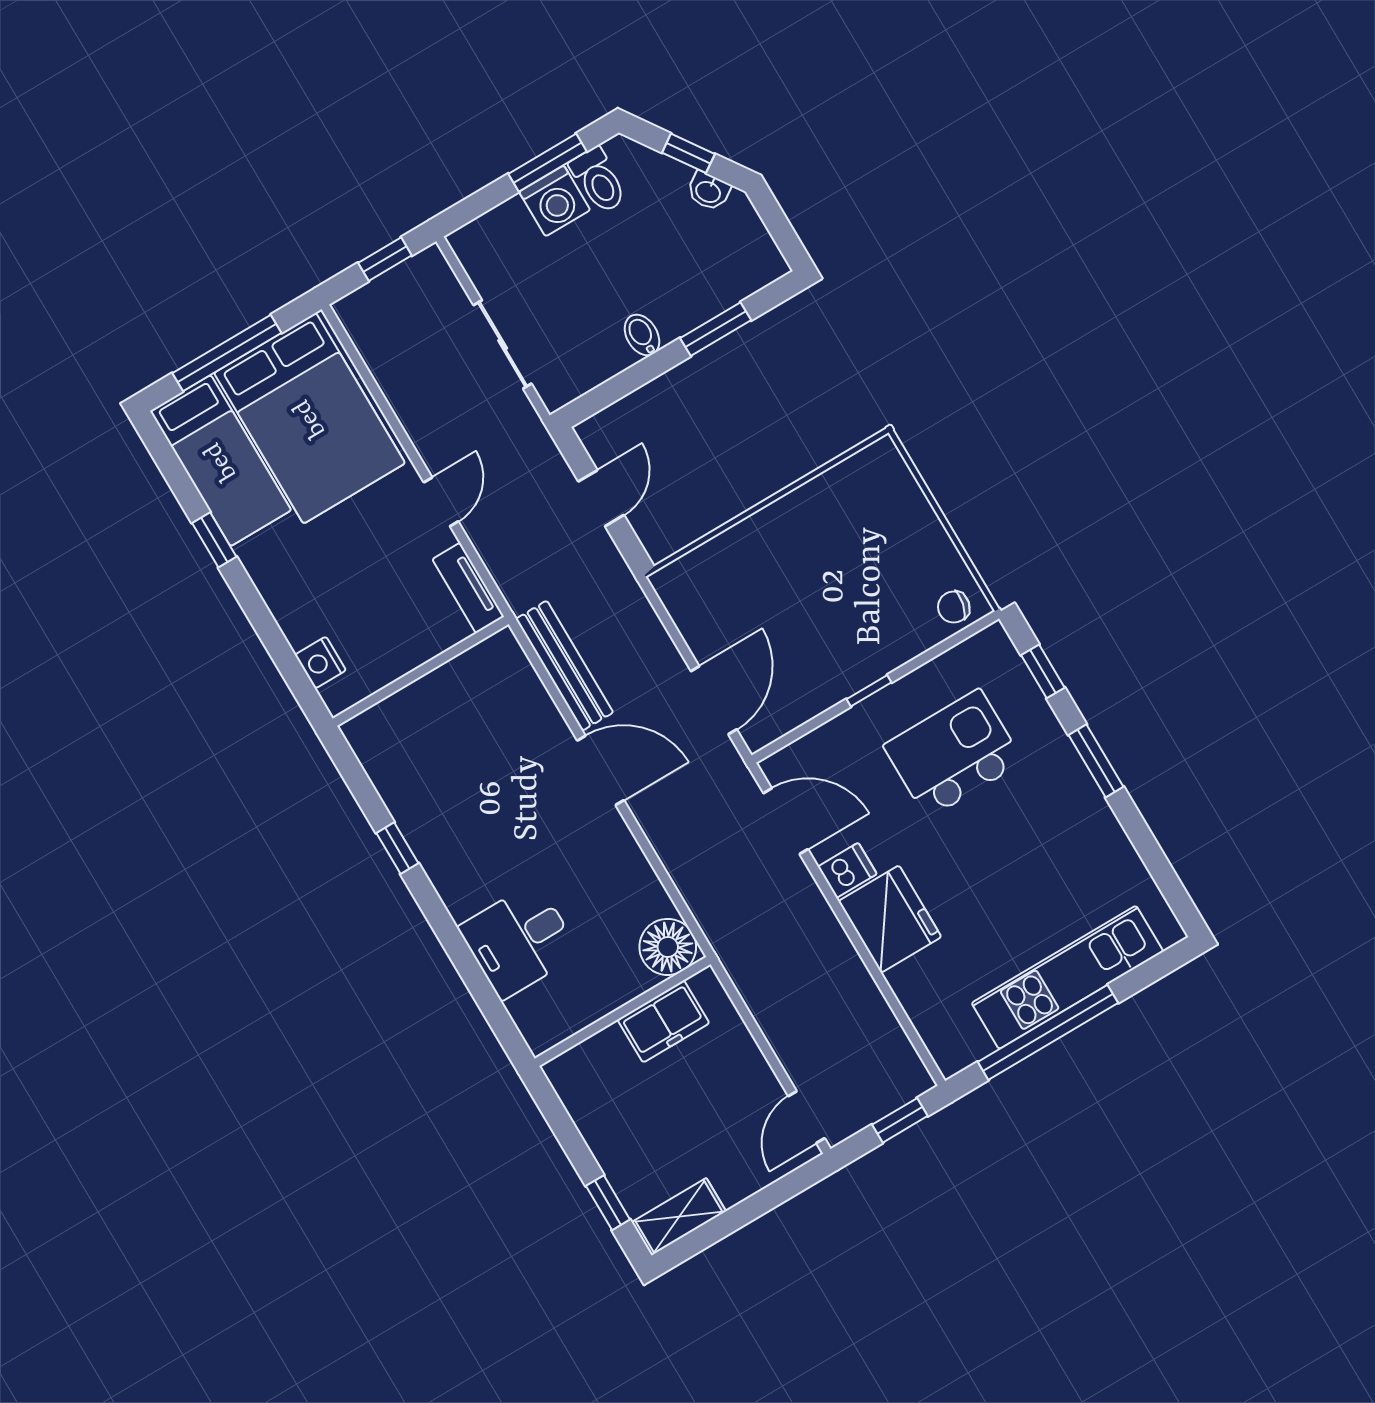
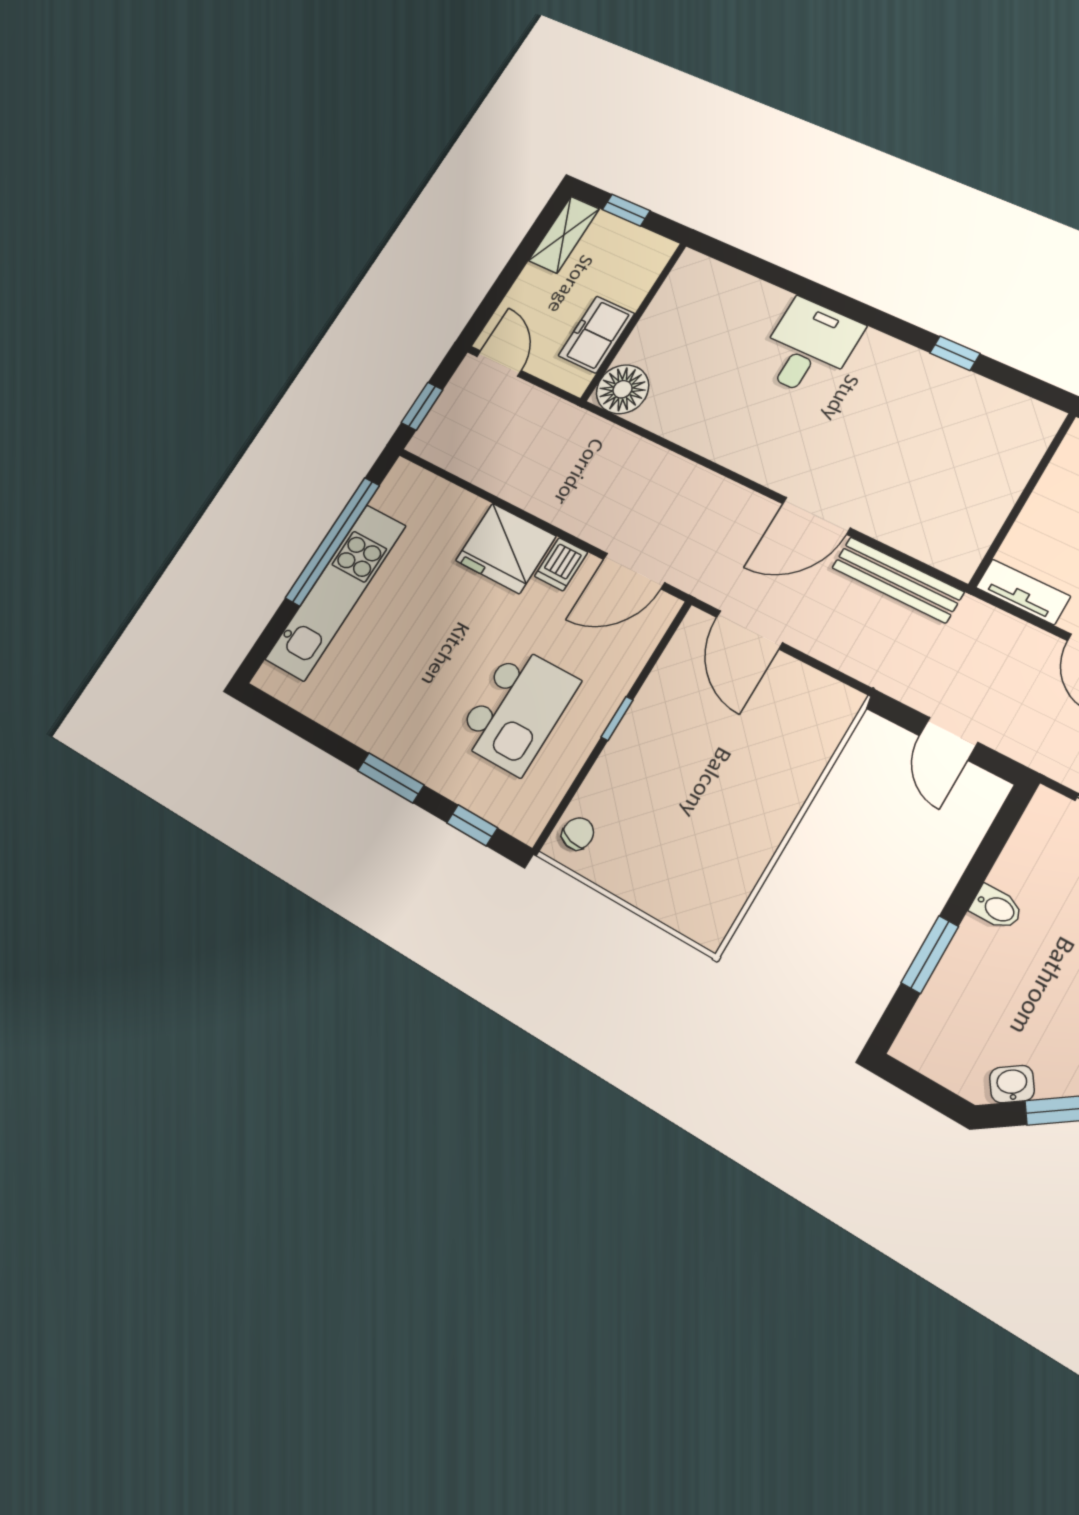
floor lamp: (668, 947) -> (623, 389), moved
wall: (623, 1011) -> (634, 322), moved
freezer: (663, 1021) -> (596, 335), moved

